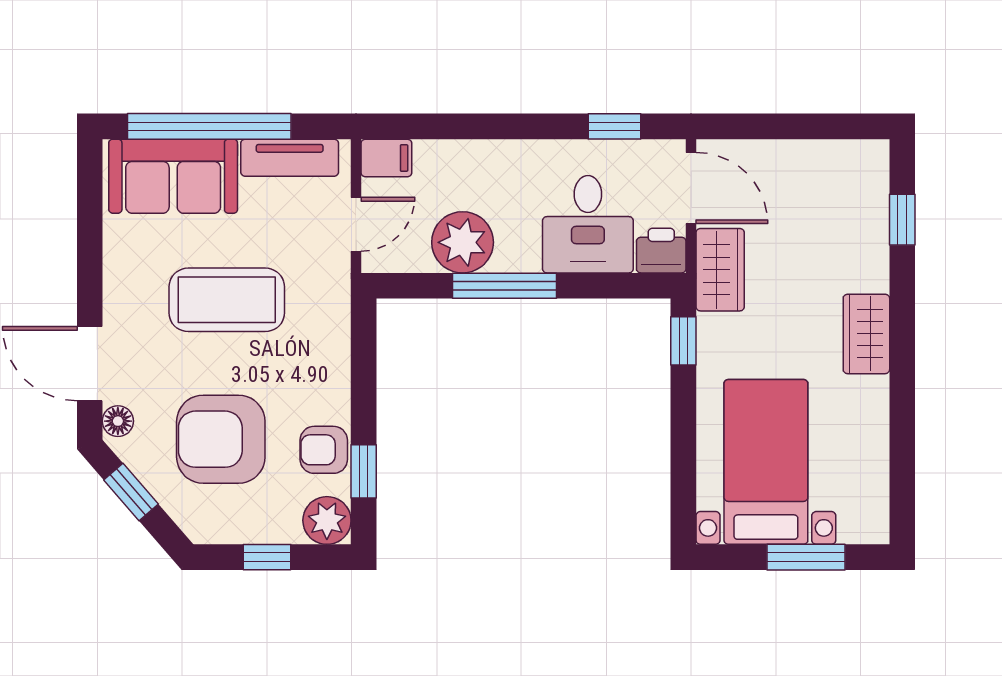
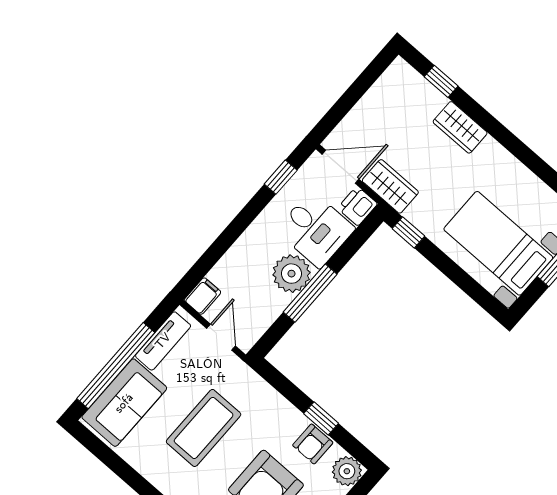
plant: (463, 242) -> (291, 274), moved
wardrobe: (866, 334) -> (460, 127), moved
window: (364, 471) -> (321, 419), moved

